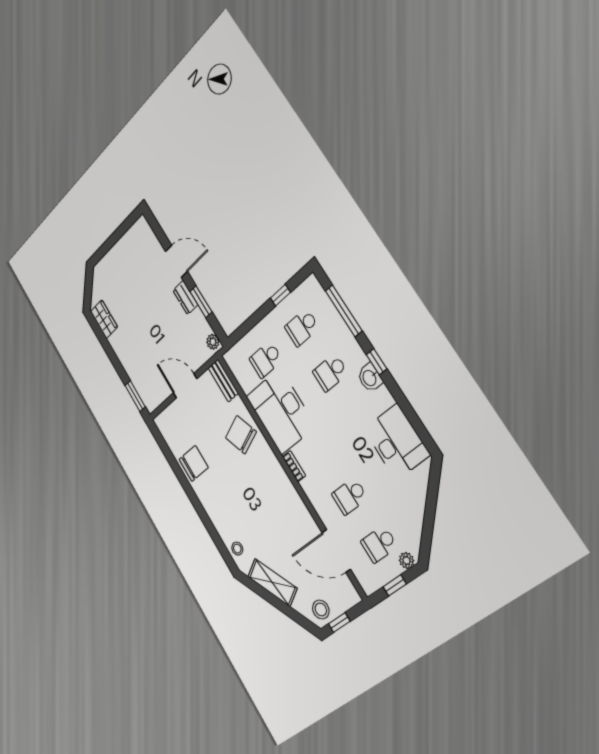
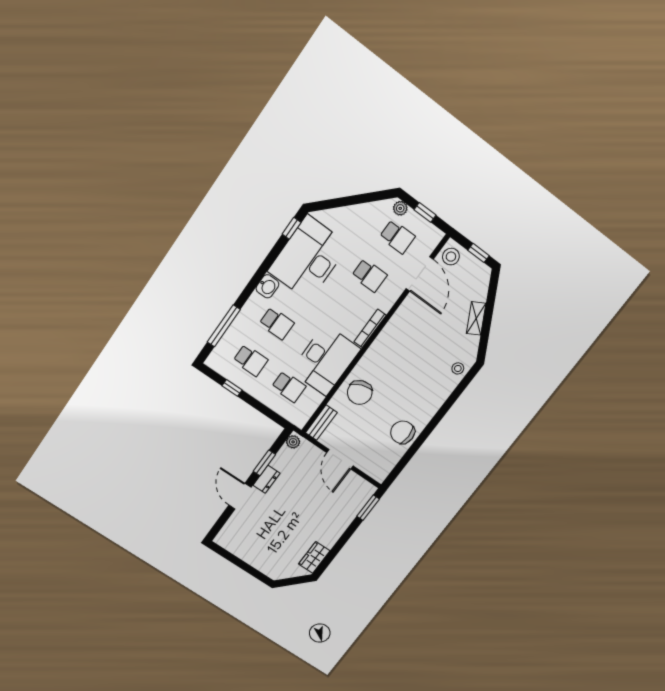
window: (377, 362) -> (292, 228), moved
desk: (397, 442) -> (308, 258), width x1.36, depth x1.30
bookcase: (294, 466) -> (370, 328), width x1.56
shelving: (272, 582) -> (476, 318), width x0.67, depth x0.75
stool: (321, 610) -> (451, 257), moved

